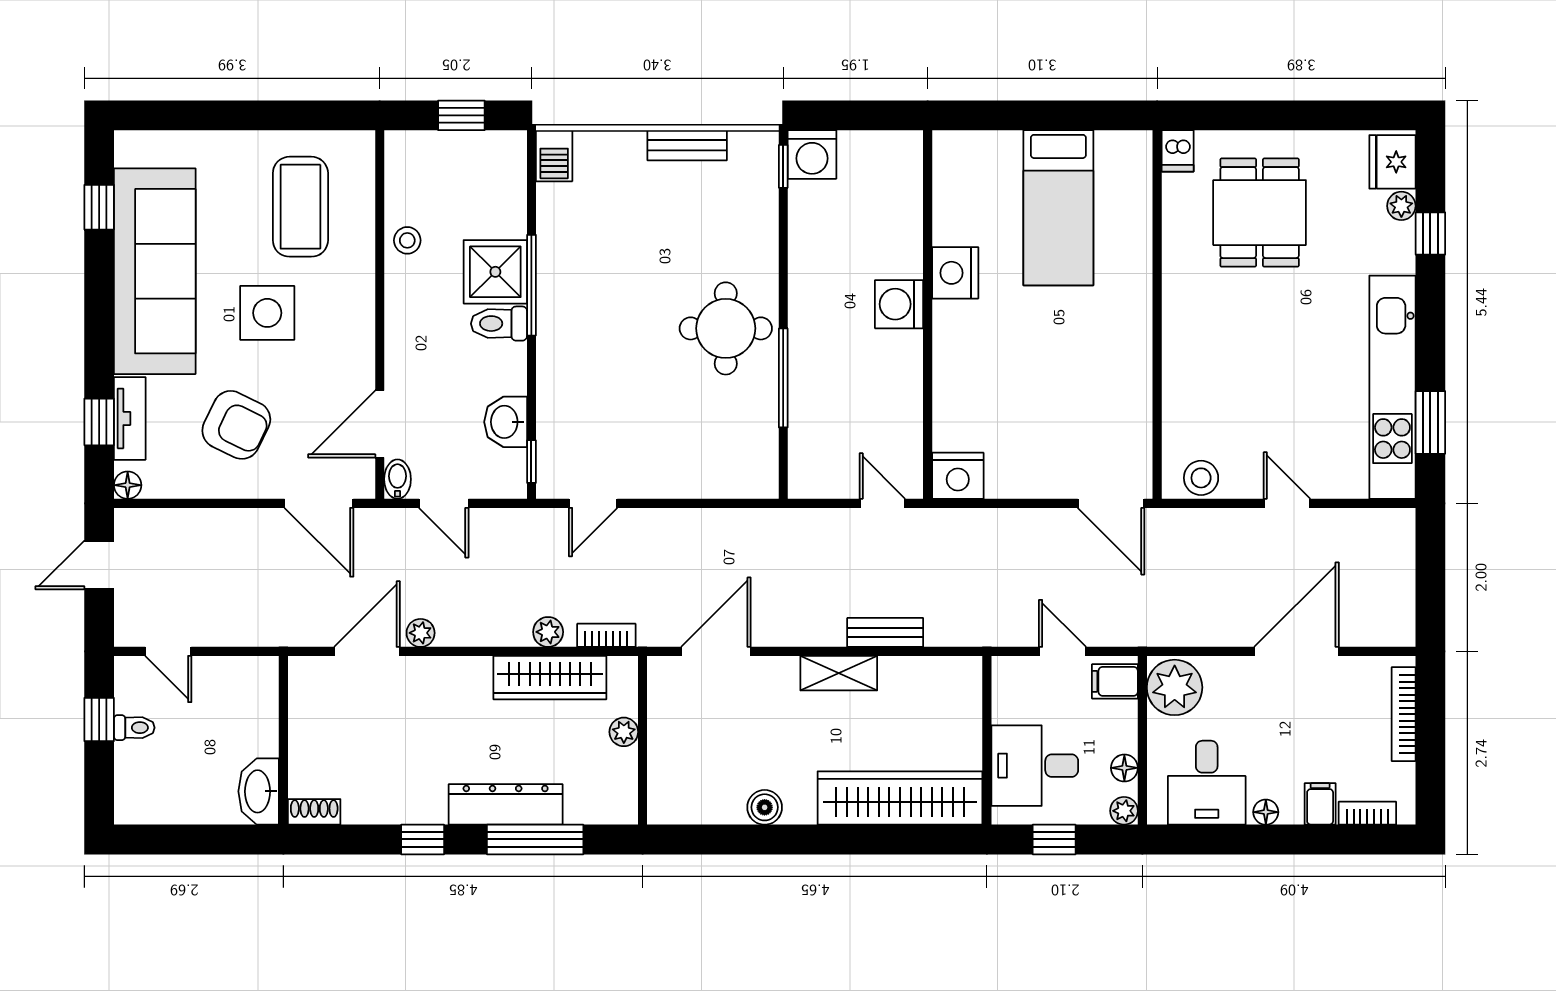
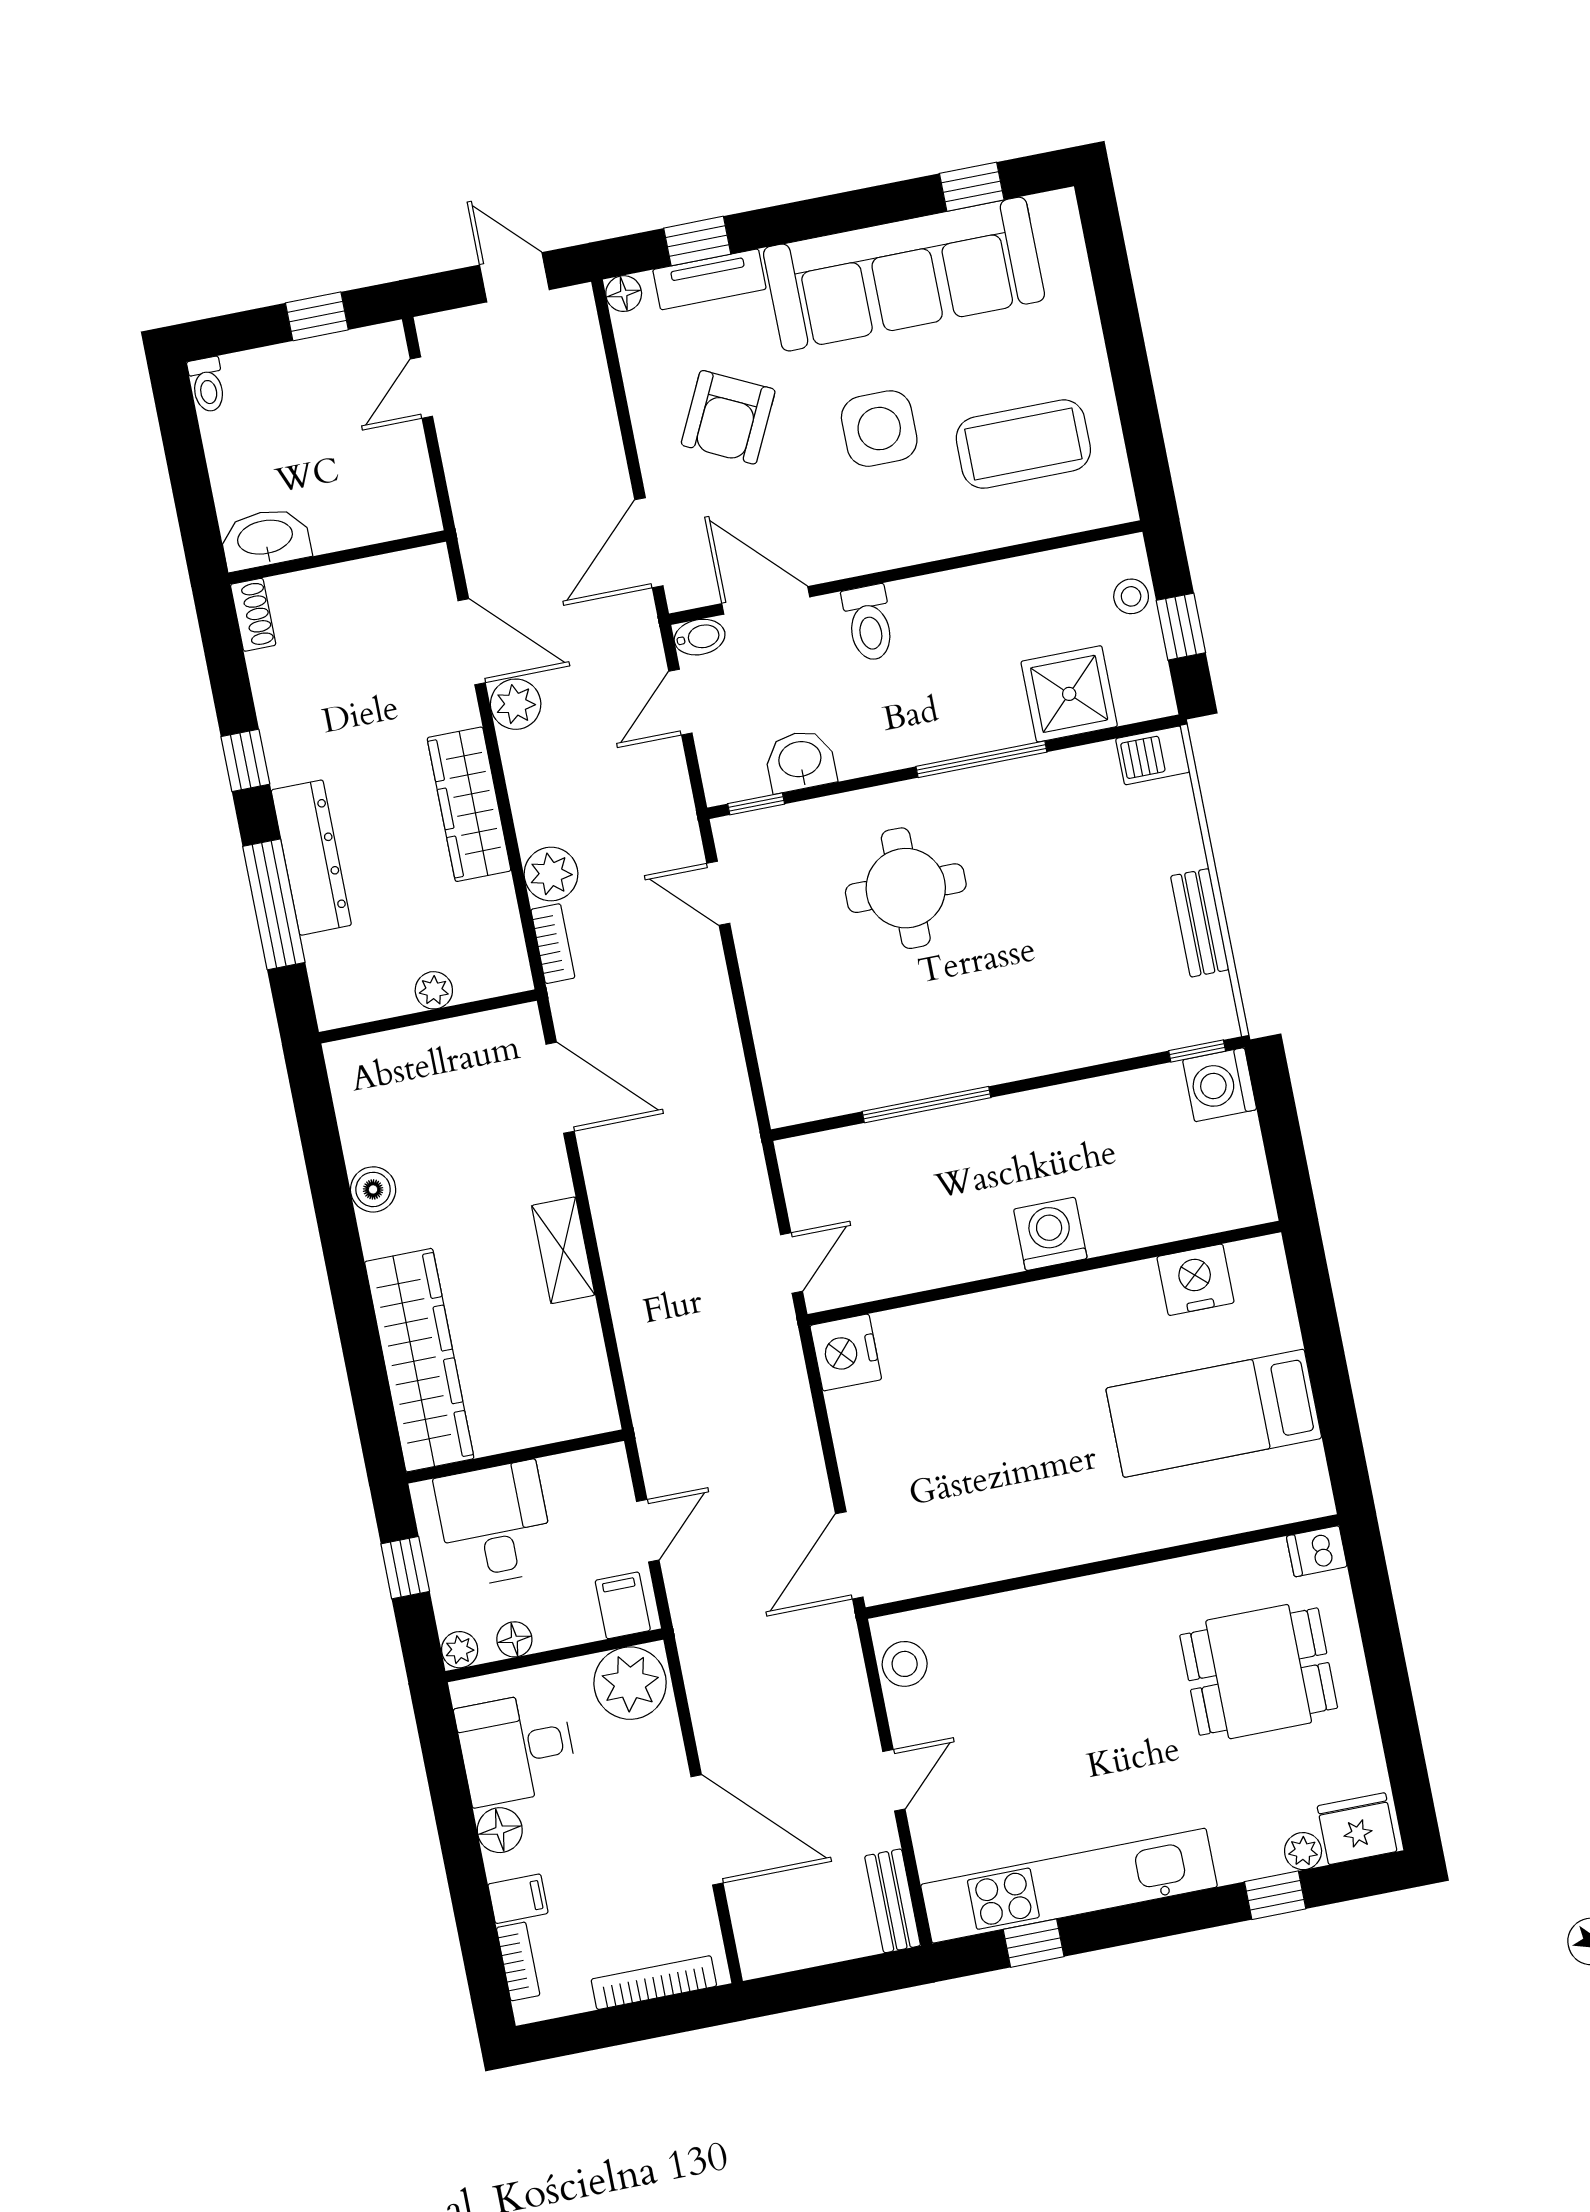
stool: (407, 240) -> (1131, 596), moved
shower: (495, 272) -> (1069, 694), moved
nightstand: (955, 273) -> (1196, 1280), moved
toilet: (499, 324) -> (869, 623), moved, turned 180
round table: (726, 328) -> (906, 888), moved
window: (1430, 422) -> (1034, 1943), width x0.67
plant: (548, 632) -> (551, 874), width x1.38, depth x1.38
bench: (885, 632) -> (893, 1901), moved
plant: (421, 633) -> (516, 704), width x1.38, depth x1.38
wardrobe: (550, 678) -> (469, 804), moved
toilet: (134, 728) -> (207, 385), moved
floor lamp: (1266, 812) -> (500, 1830), width x1.37, depth x1.37

